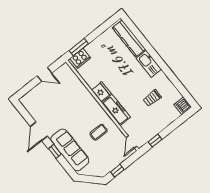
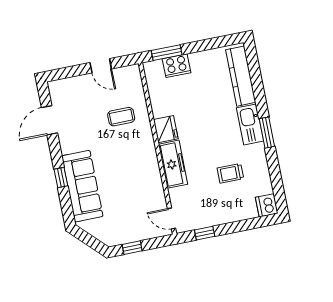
cooker: (80, 58) -> (176, 66), moved
window: (161, 63) -> (267, 133), added
door: (39, 131) -> (49, 120), moved
coffee table: (98, 132) -> (121, 117), moved
door: (131, 142) -> (171, 218), hinge flipped

